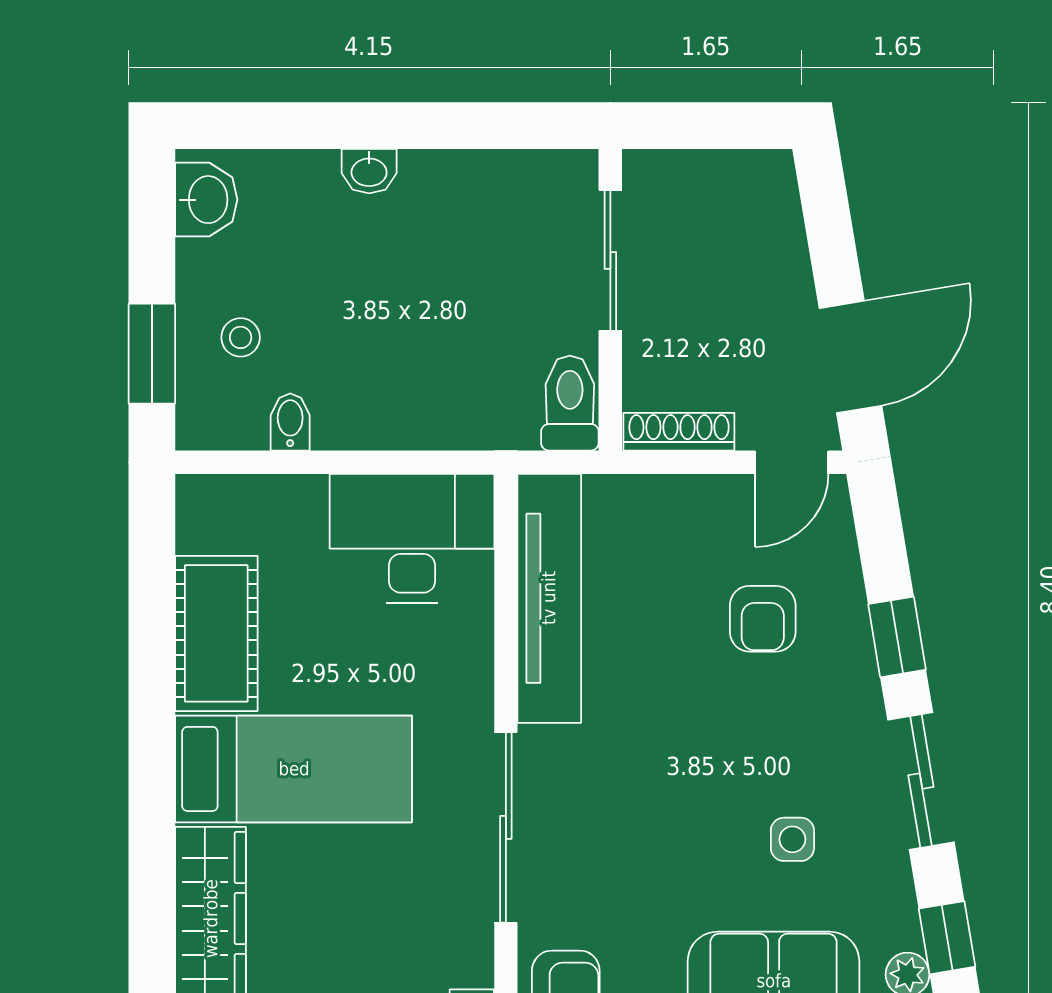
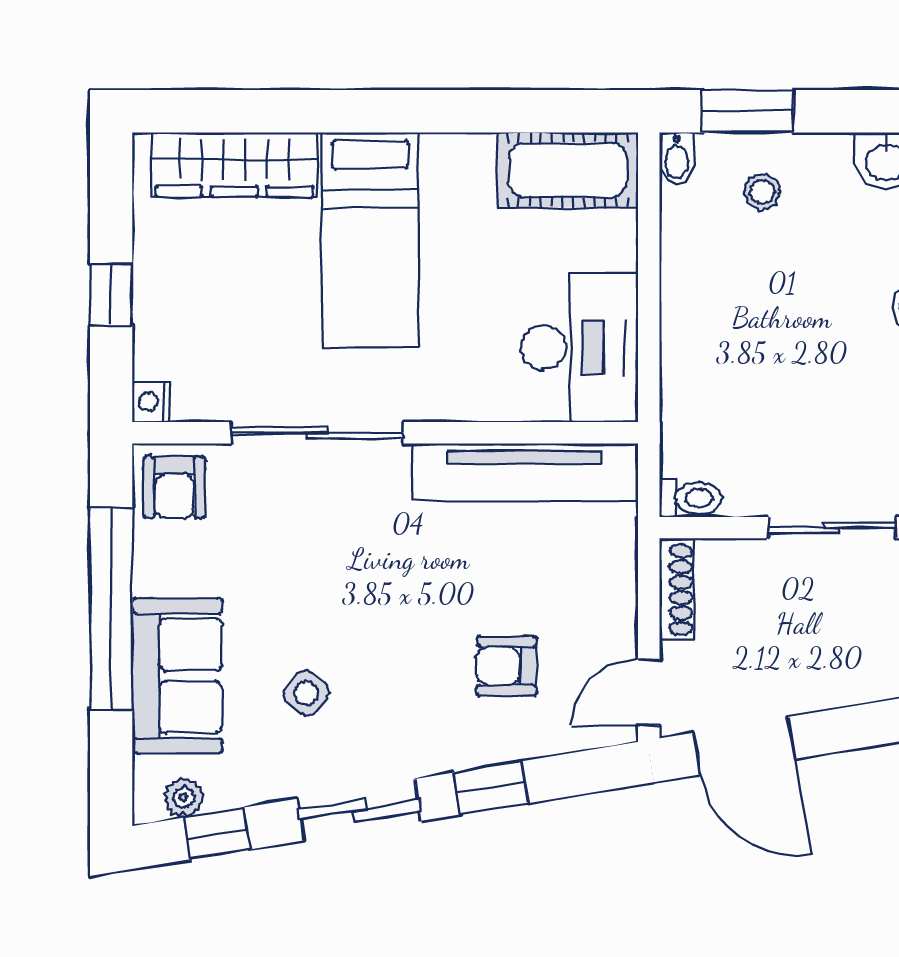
toilet: (570, 403) -> (690, 498), width x0.73, depth x0.72
bidet: (290, 422) -> (677, 158), moved, turned 90
door: (792, 462) -> (649, 692), hinge flipped
cot: (216, 633) -> (568, 170), moved
side table: (792, 839) -> (306, 693), turned 38

